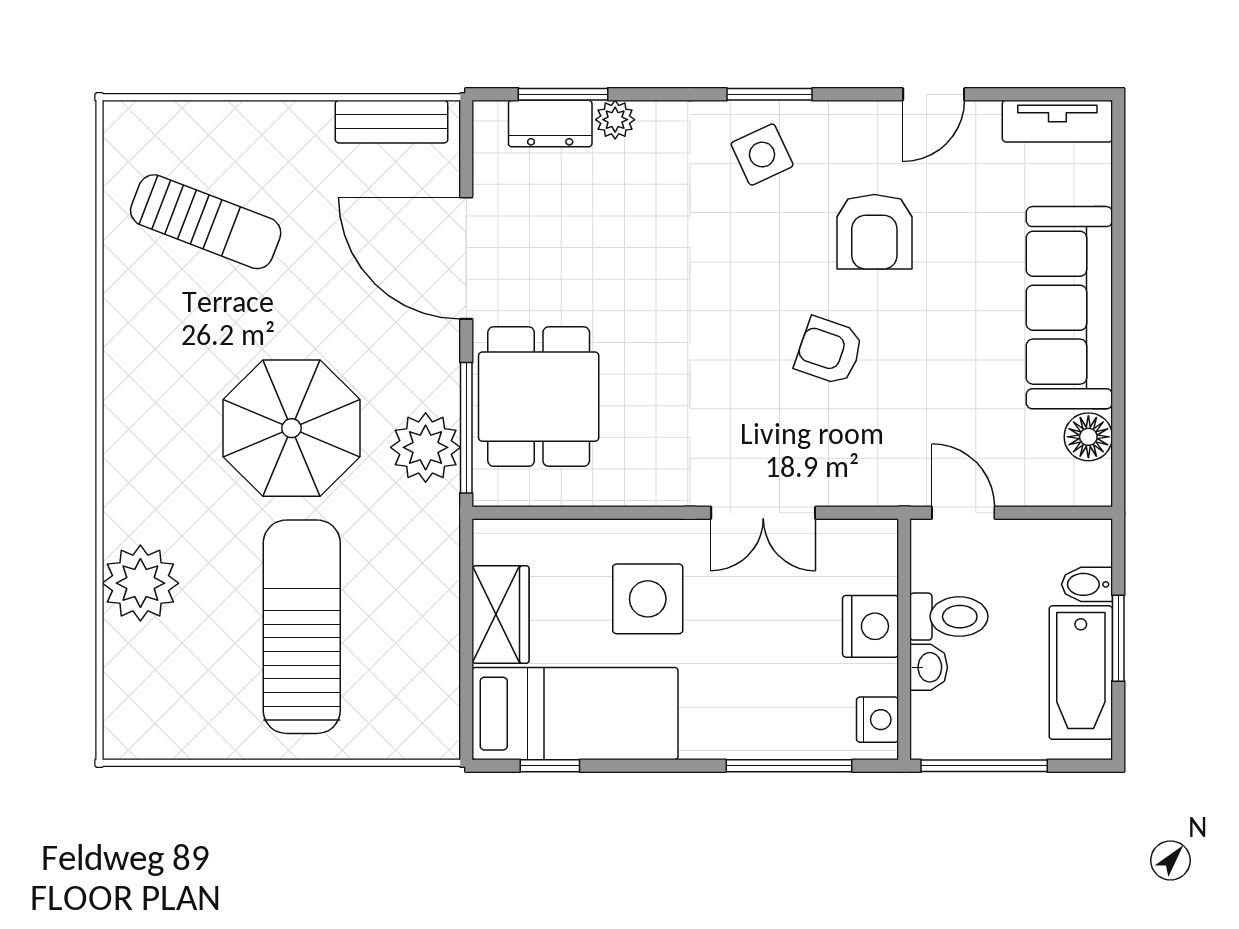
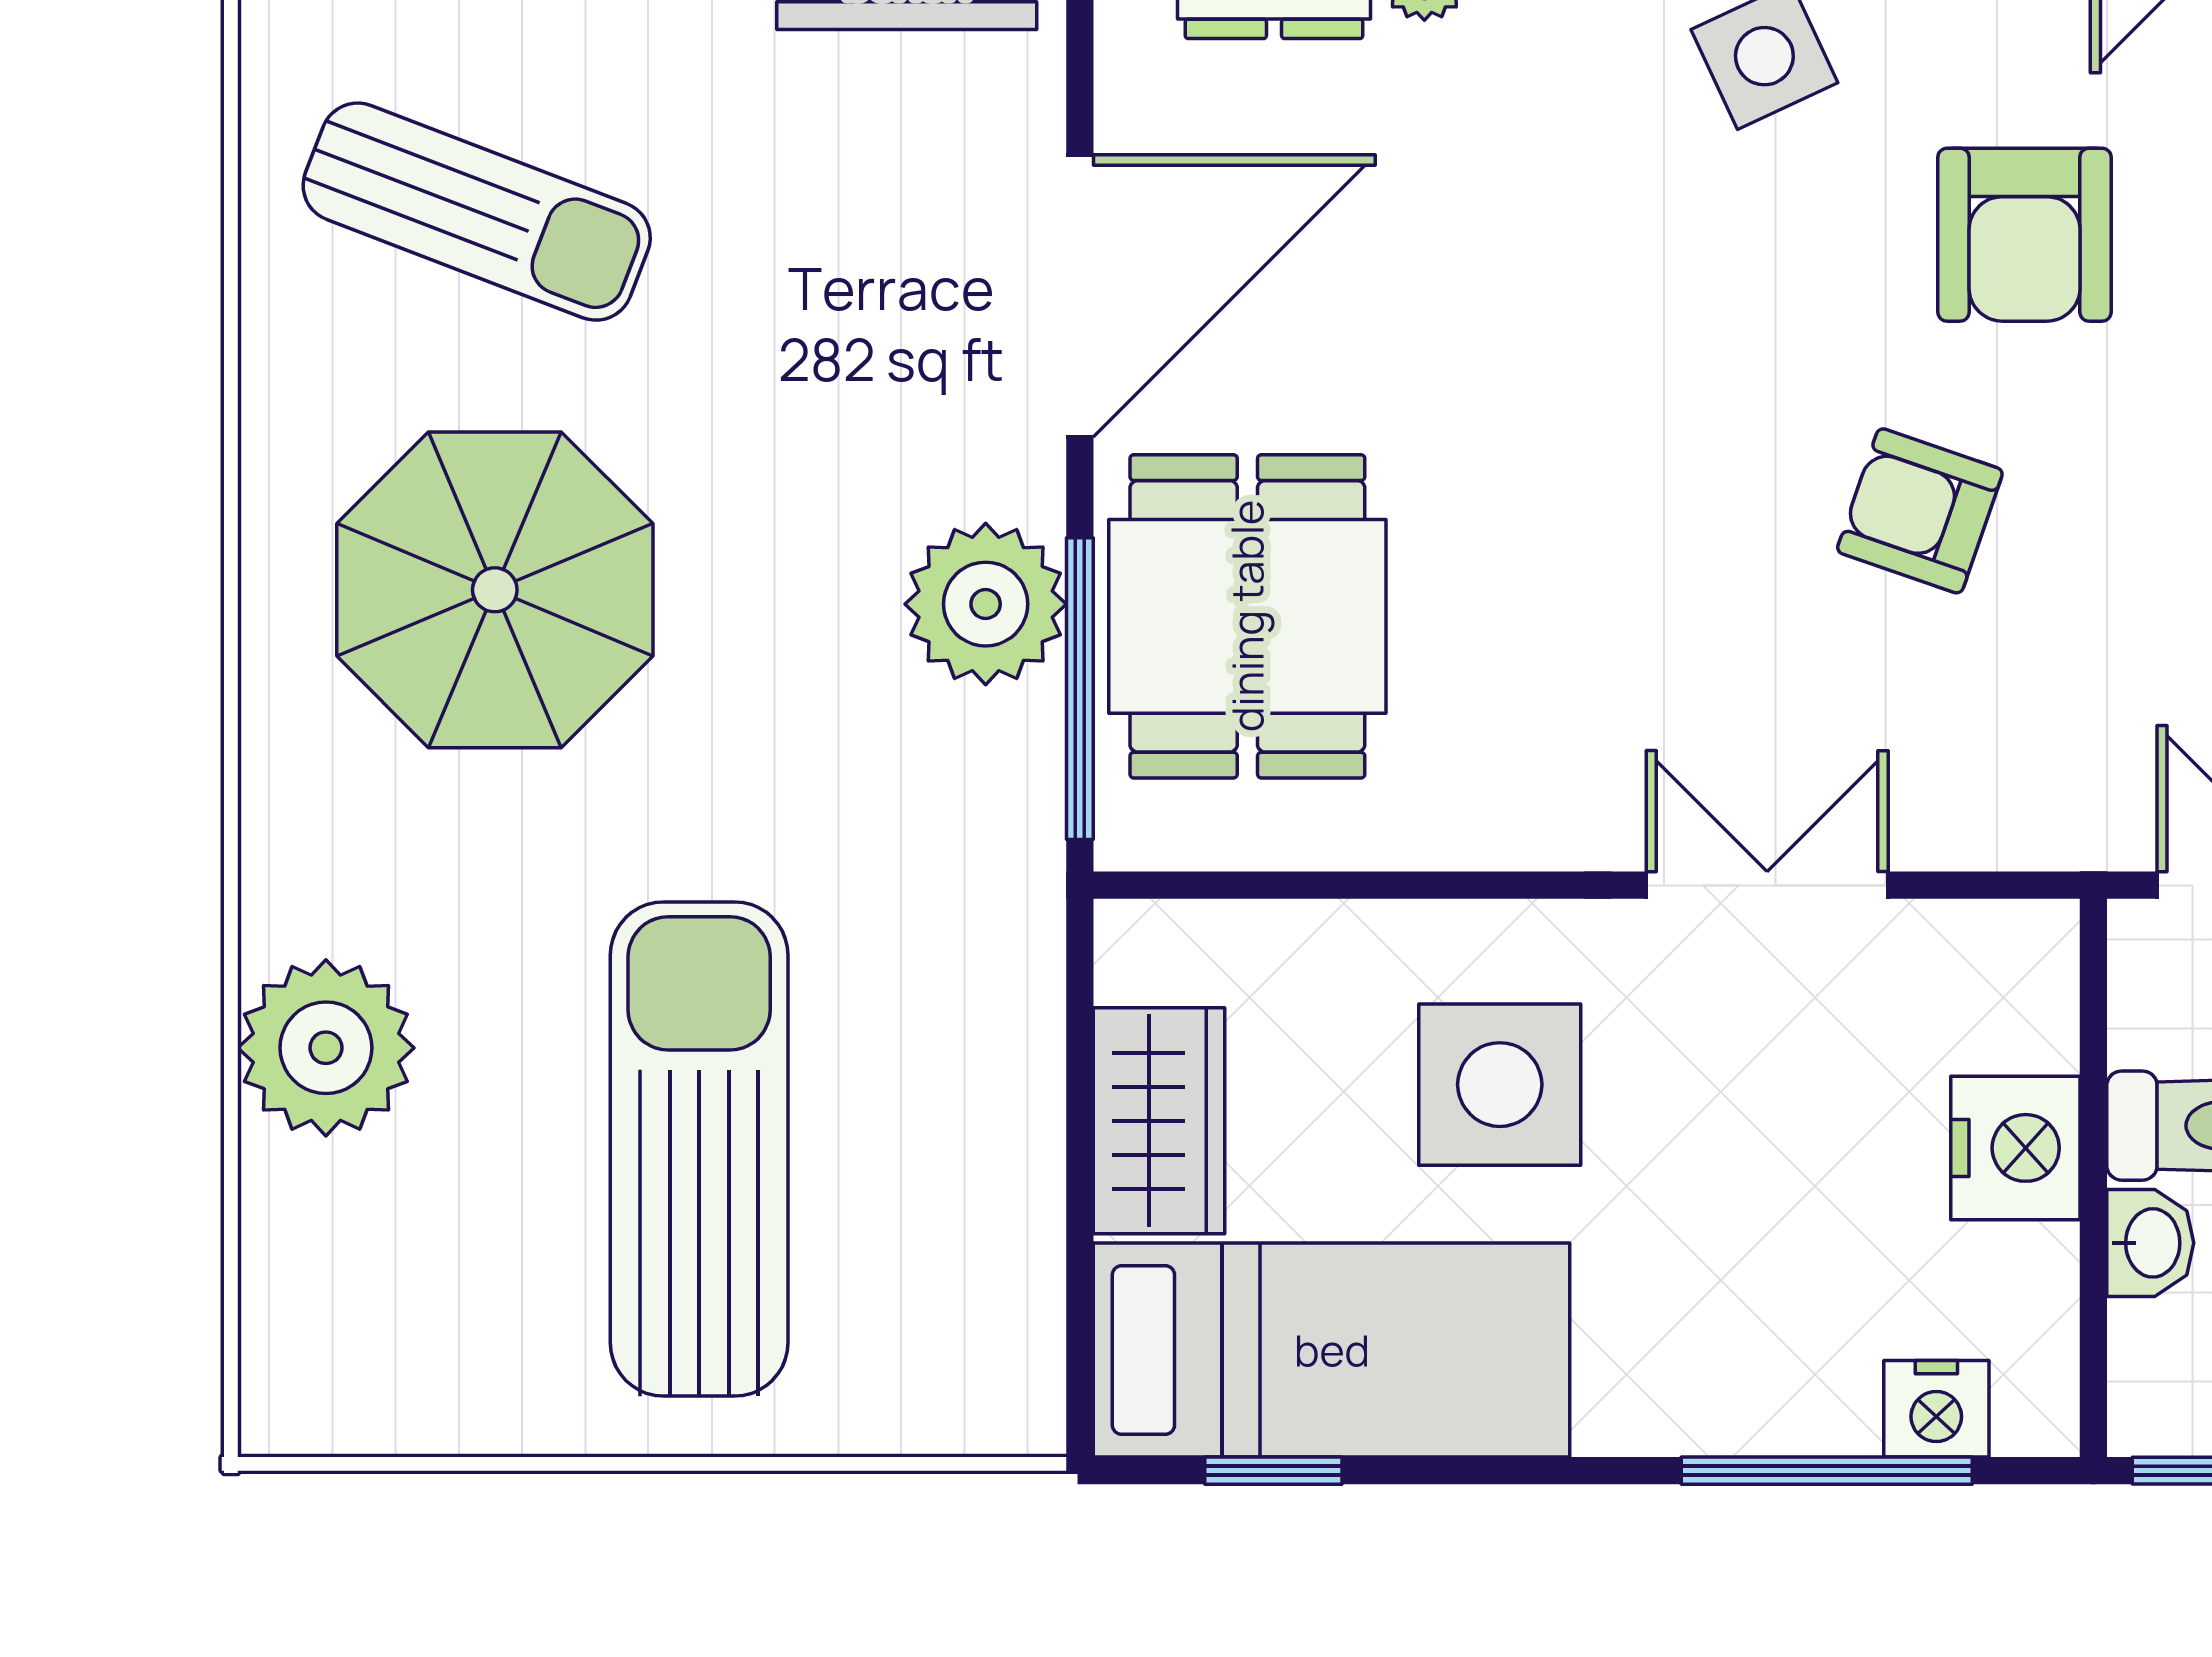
door: (466, 258) -> (1080, 296), swing flipped
parasol: (292, 428) -> (495, 590), moved
plant: (426, 447) -> (986, 604), moved
double door: (763, 513) -> (1767, 885), swing flipped
nightstand: (877, 720) -> (1936, 1409), moved, turned 90

